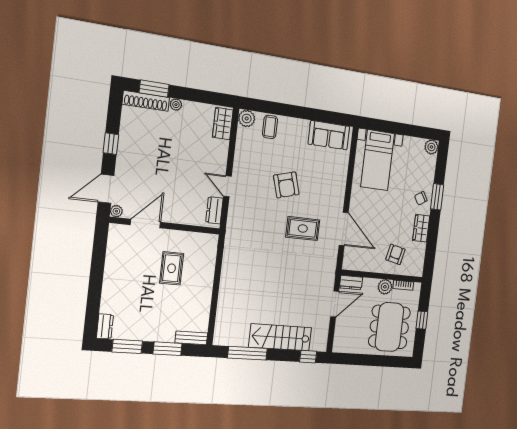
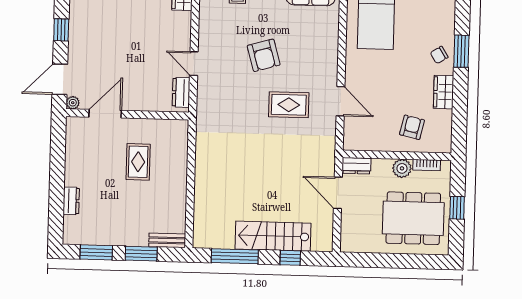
door: (344, 229) -> (340, 101), width x0.73
door: (335, 304) -> (338, 193), swing flipped
dresser: (105, 326) -> (71, 201), moved
dining table: (389, 327) -> (413, 218), turned 90
window: (308, 357) -> (290, 258), moved

